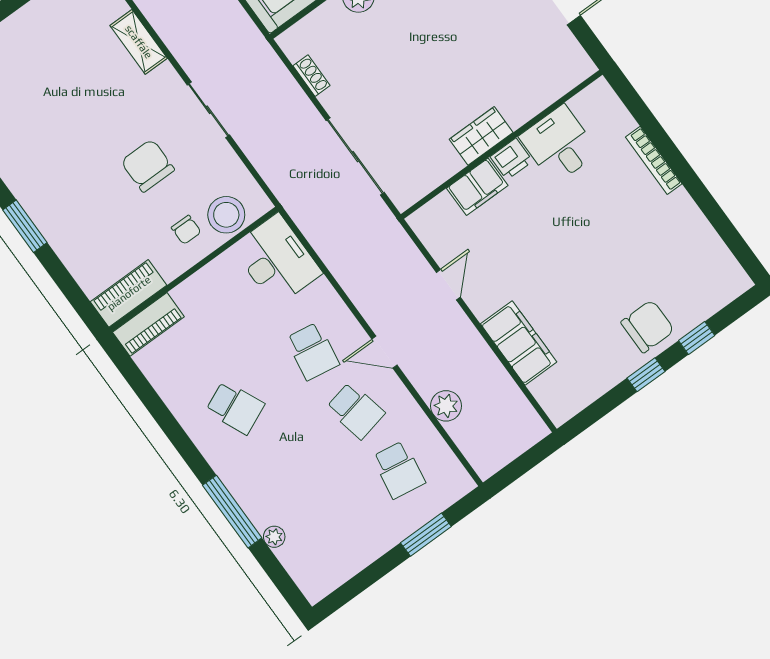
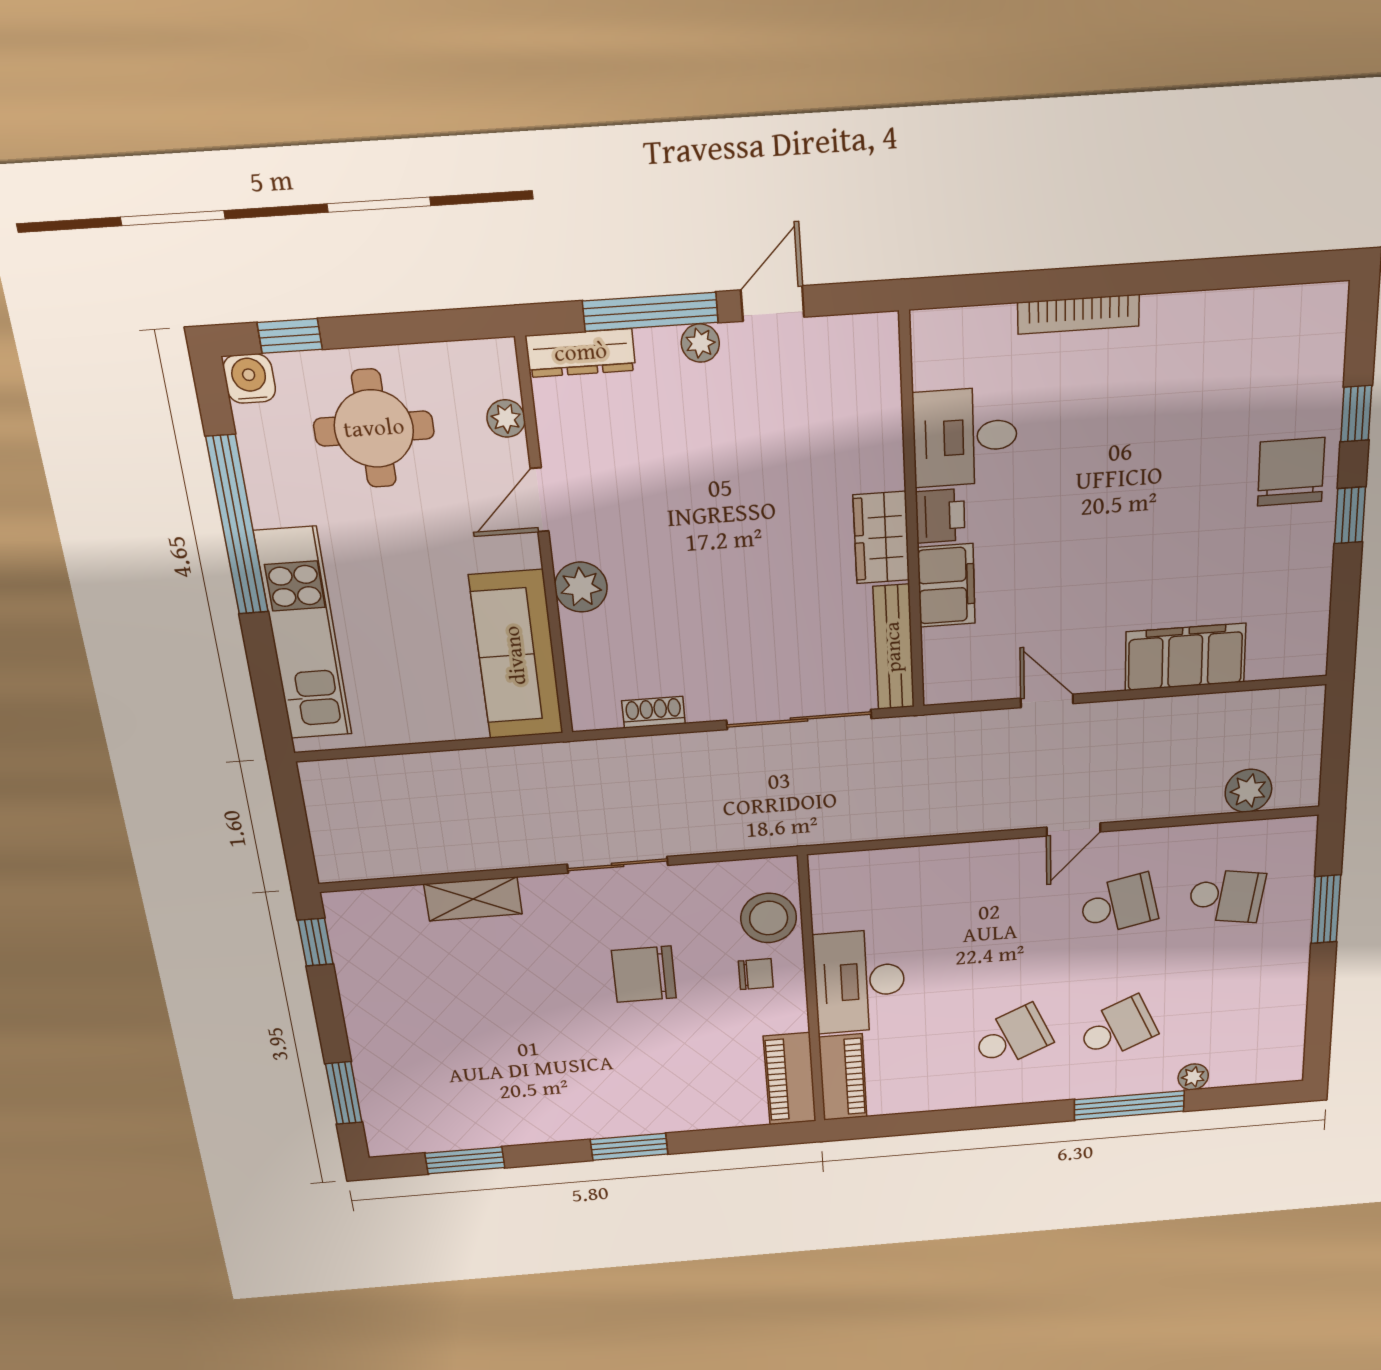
bench: (427, 181) -> (894, 647), added
desk: (277, 260) -> (859, 981), moved, turned -90
school desk: (312, 351) -> (1117, 1028), moved, turned -33
plant: (446, 406) -> (1248, 791), moved

